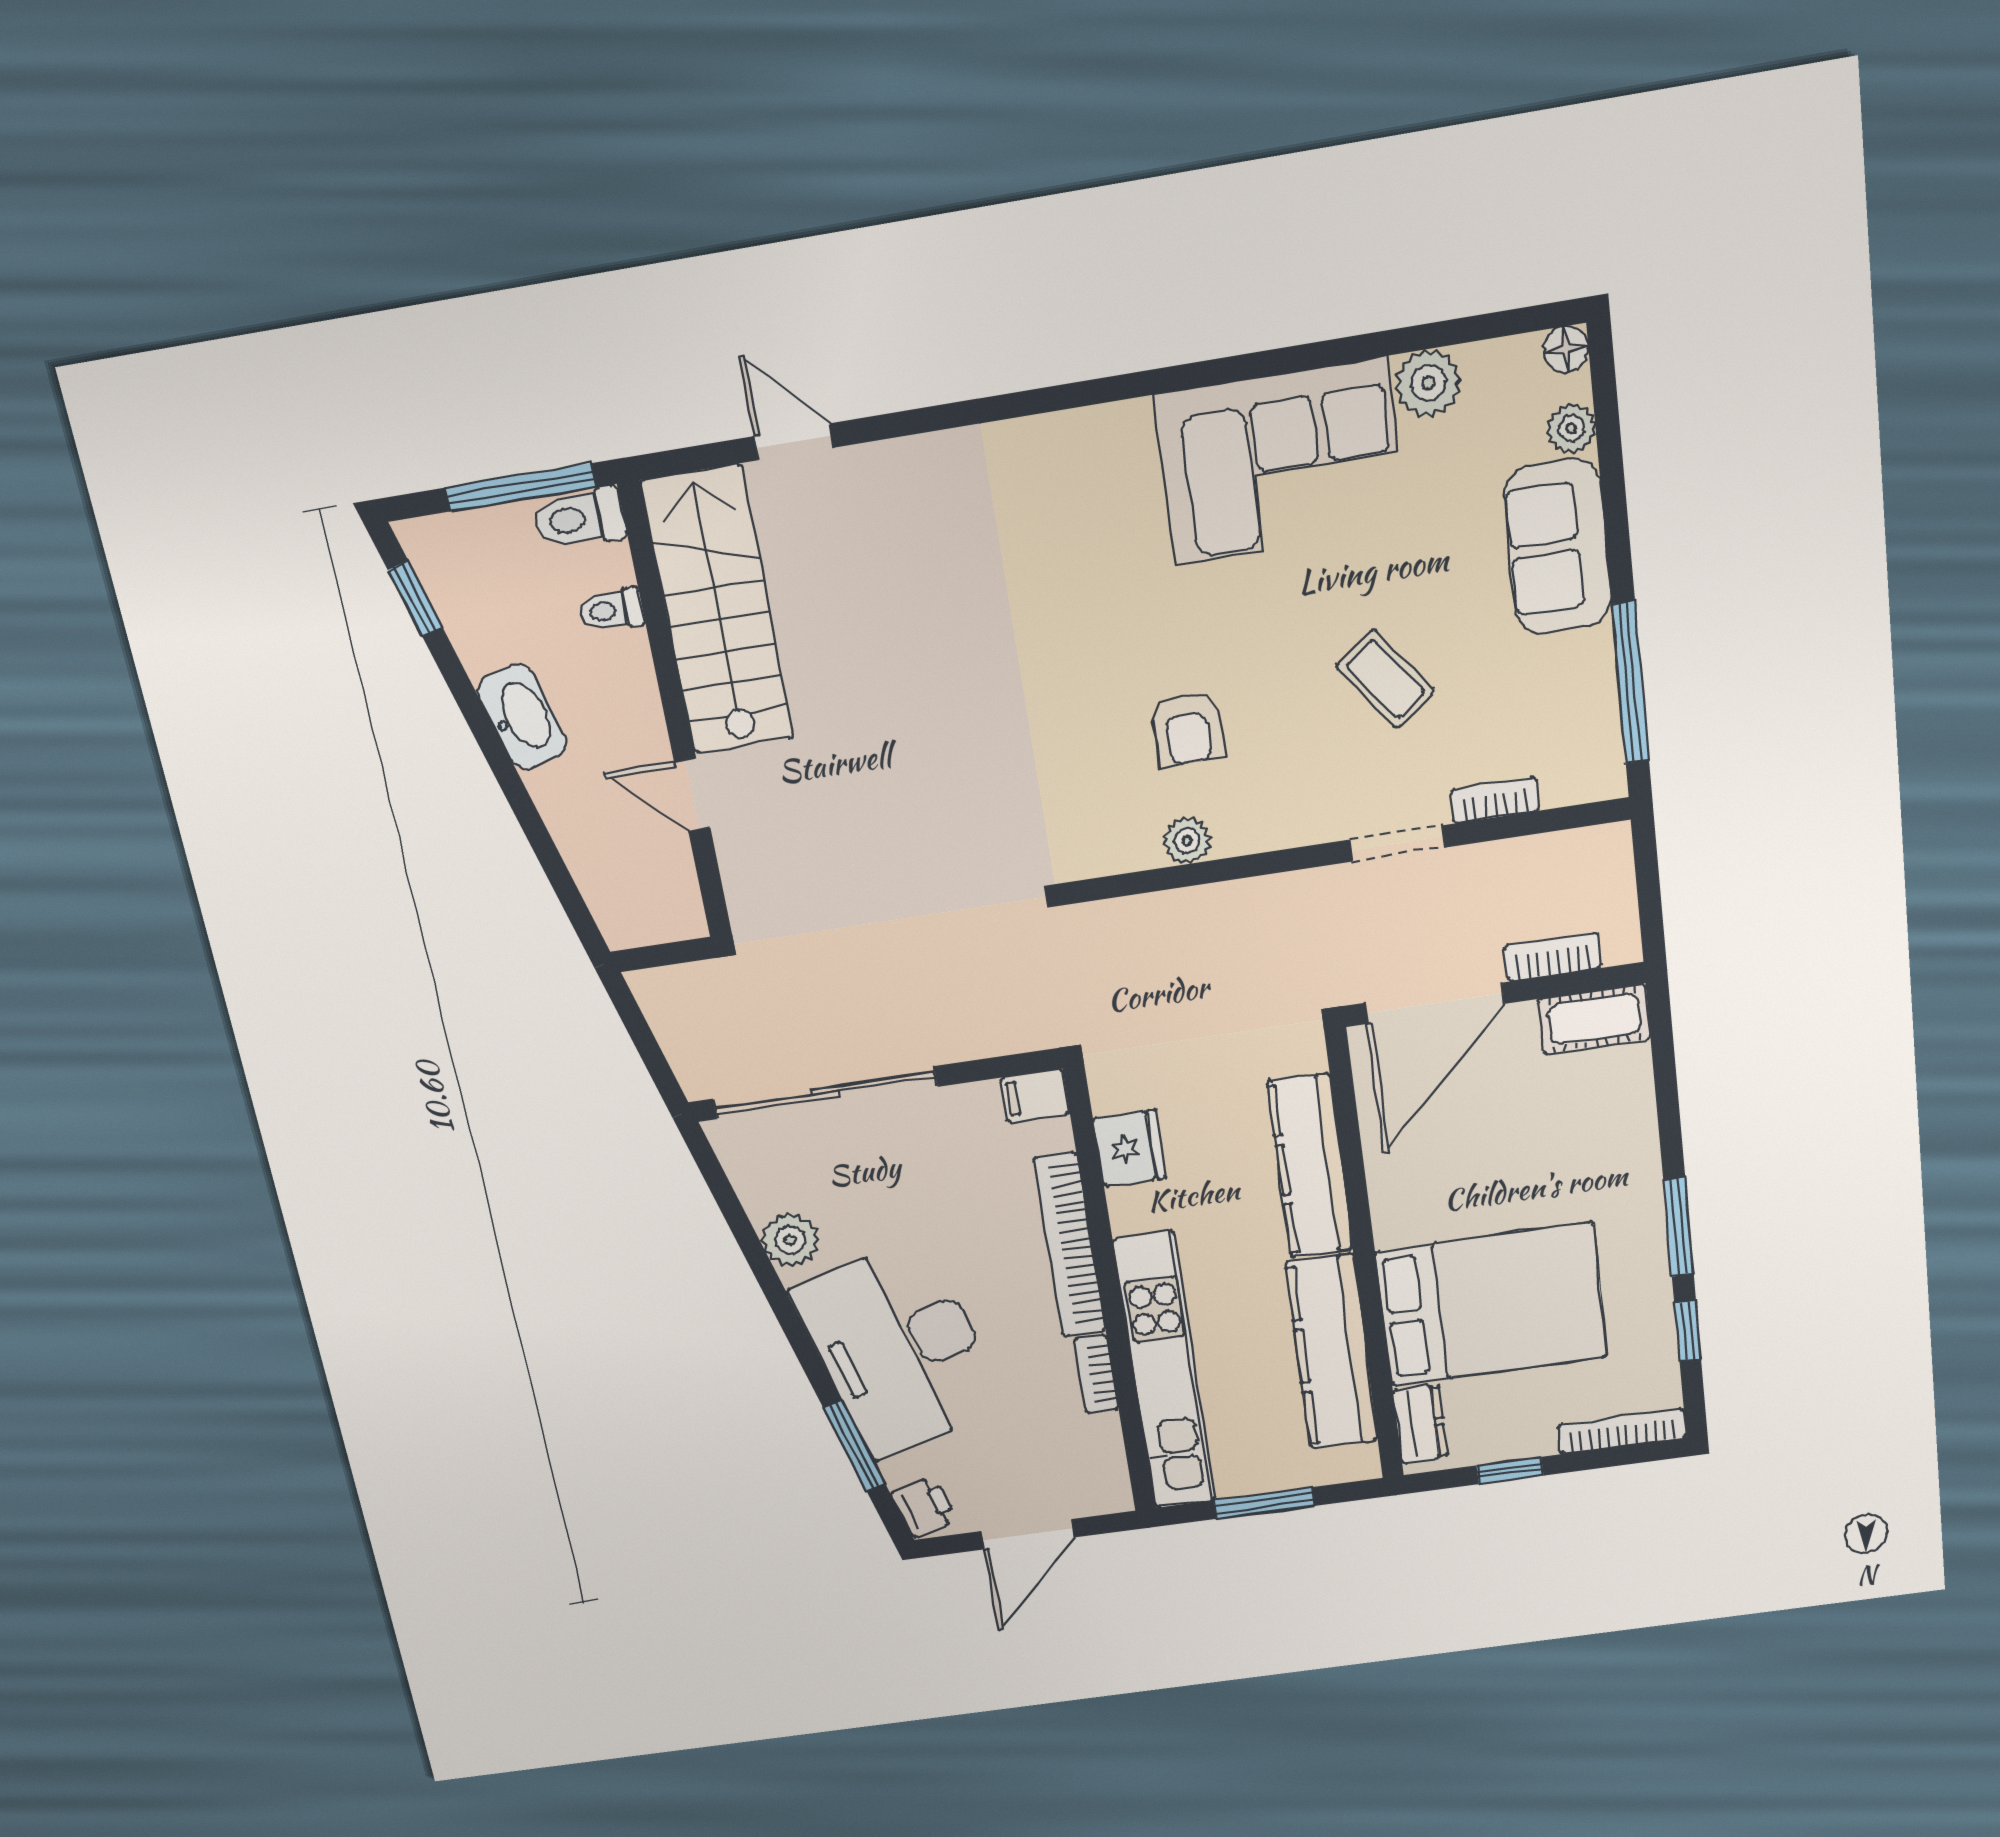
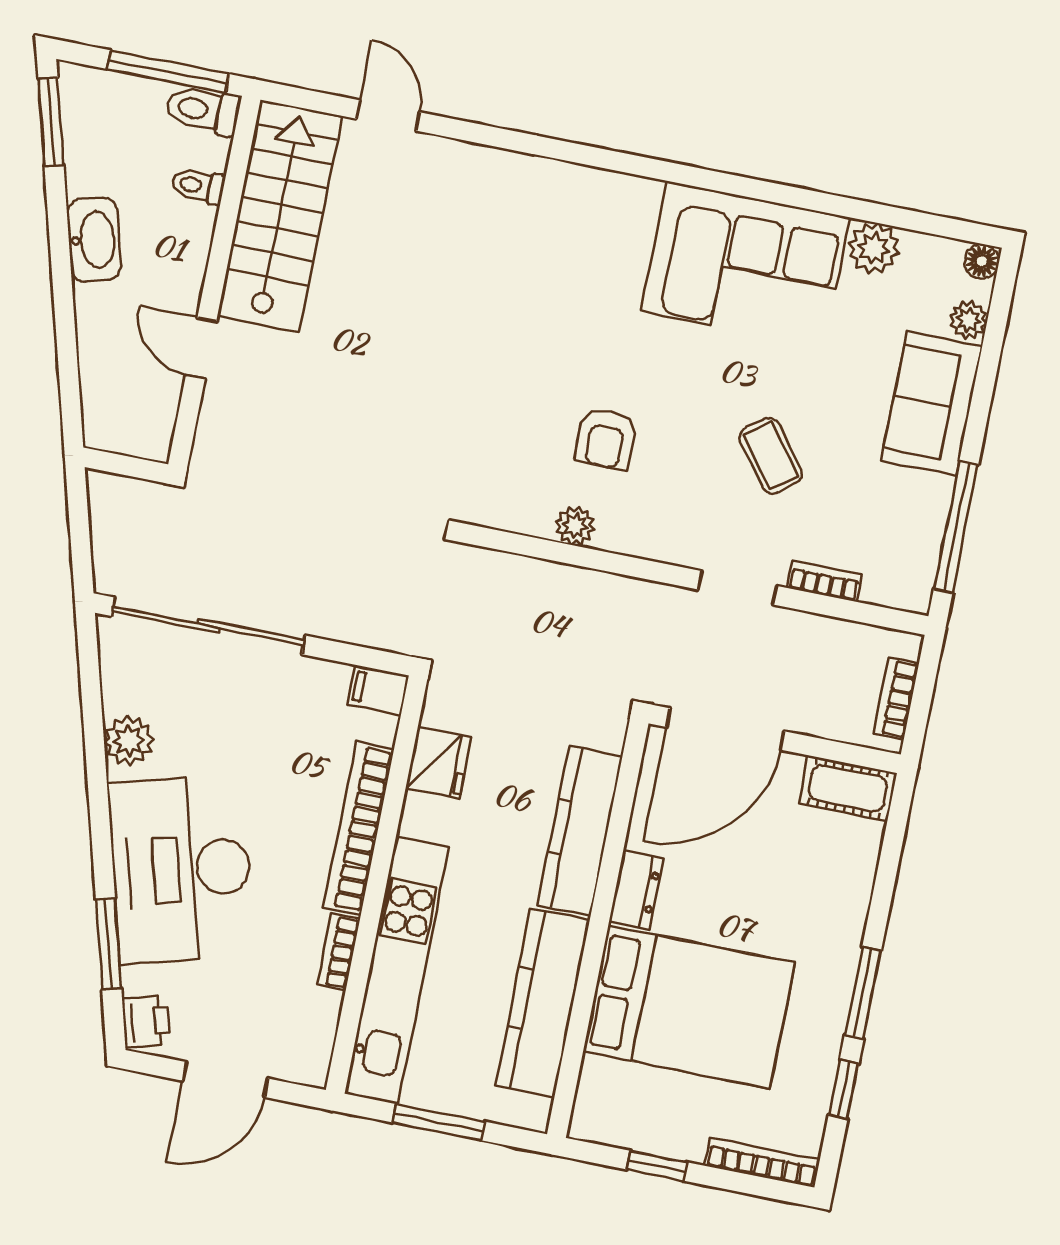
window: (415, 599) -> (51, 122), width x1.50
bookcase: (1553, 957) -> (896, 698), moved, turned -90
dresser: (1420, 1424) -> (636, 890), moved

